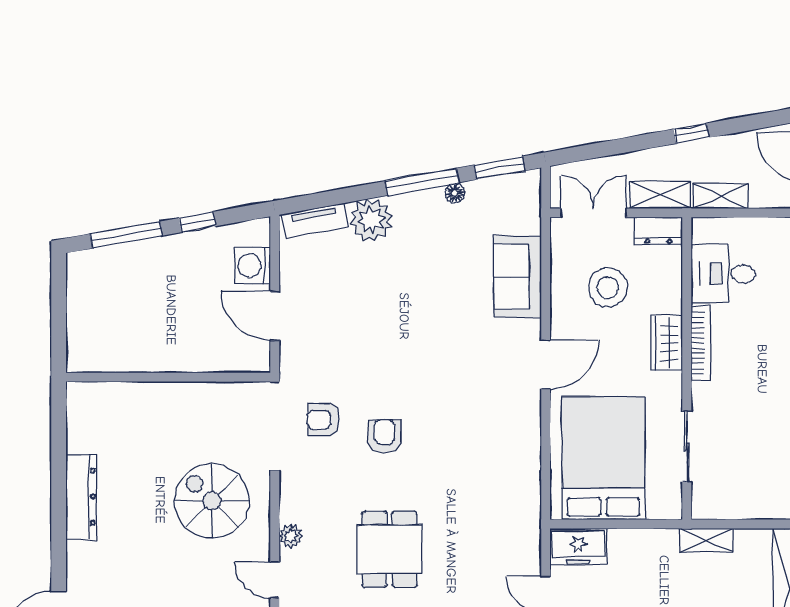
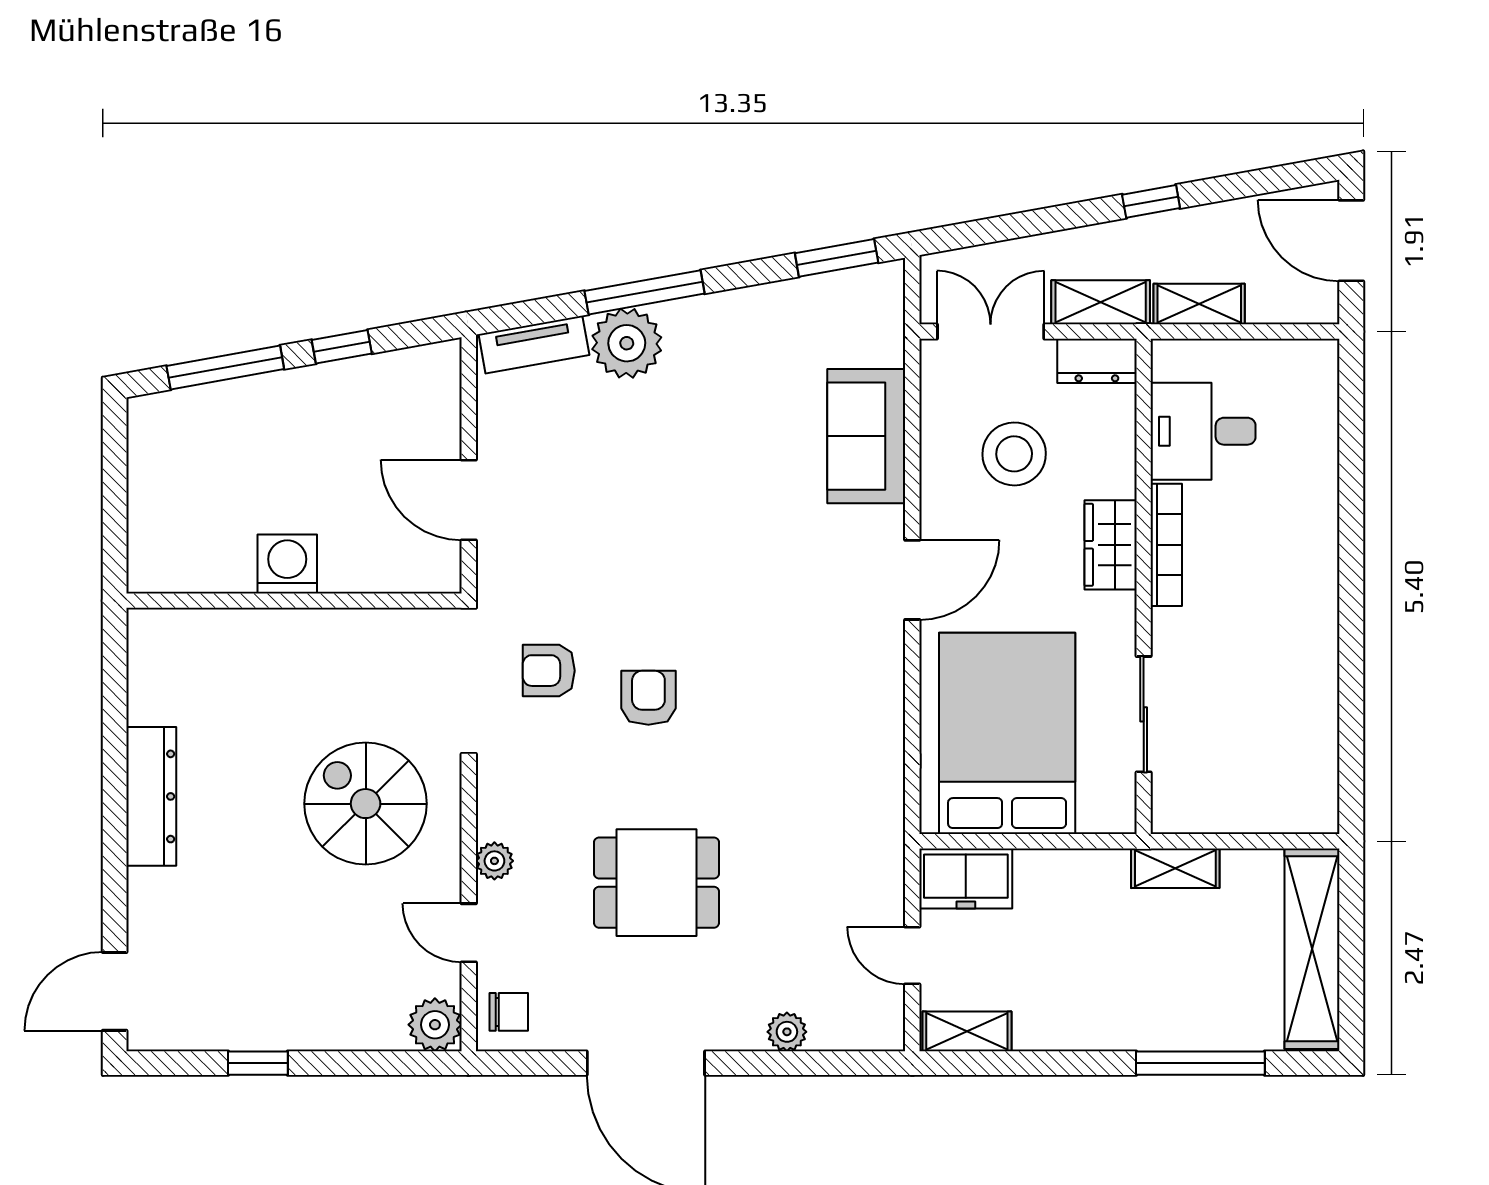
window: (422, 182) -> (645, 292), moved
floor lamp: (455, 193) -> (763, 299), removed
washing machine: (252, 266) -> (287, 564), moved, turned 90
dining table: (389, 549) -> (656, 883), turned 90

